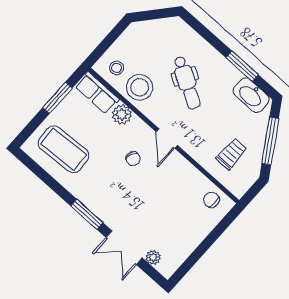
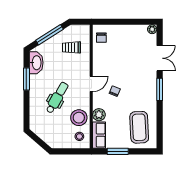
plant: (153, 257) -> (152, 29), moved

